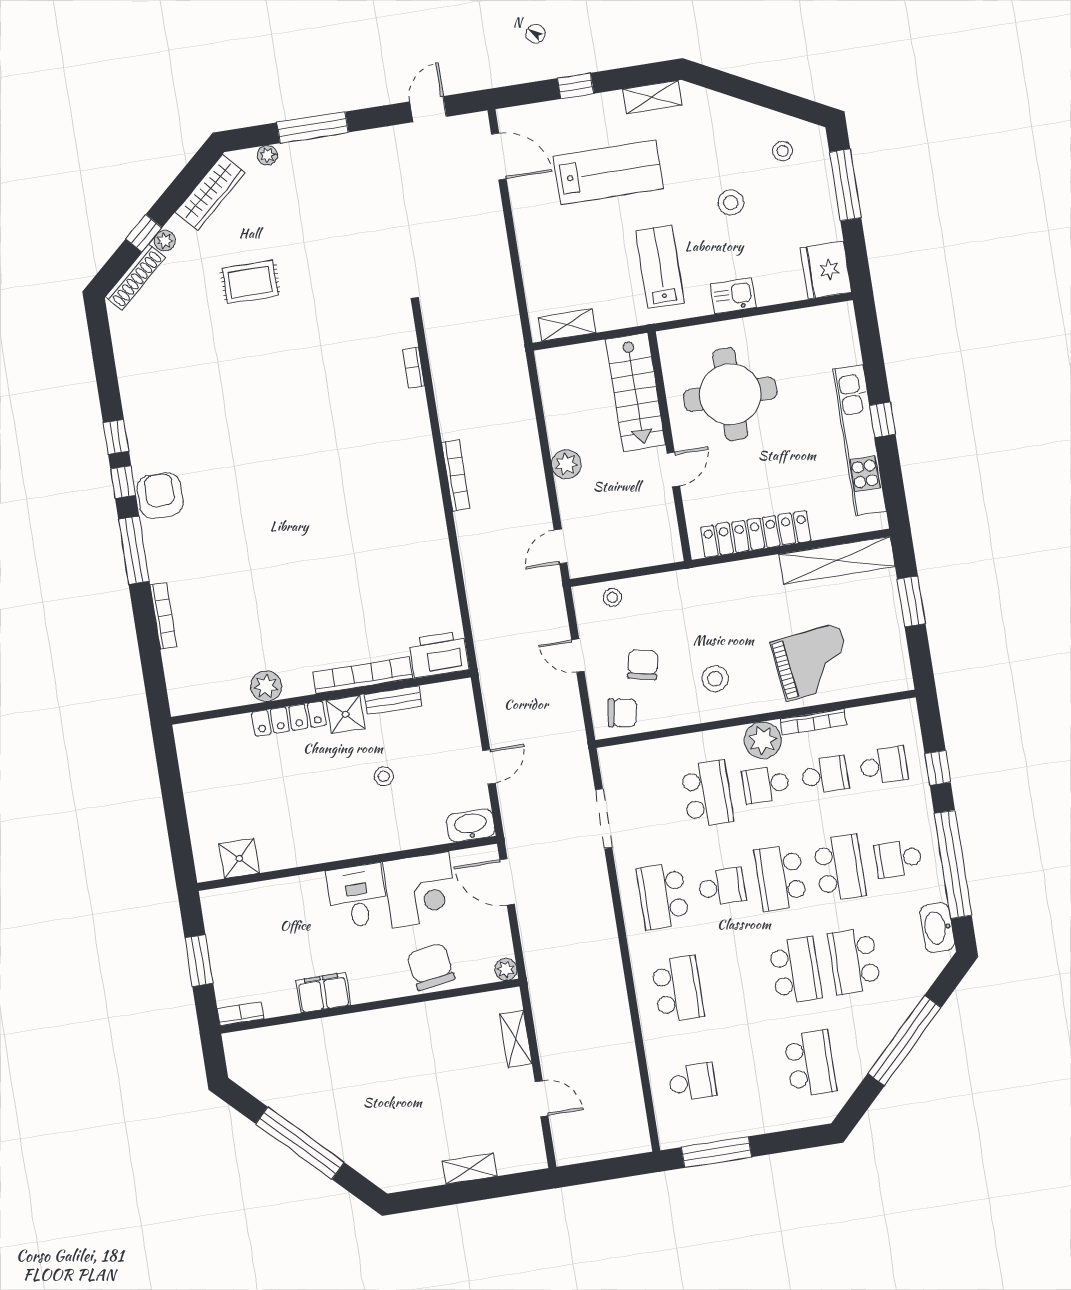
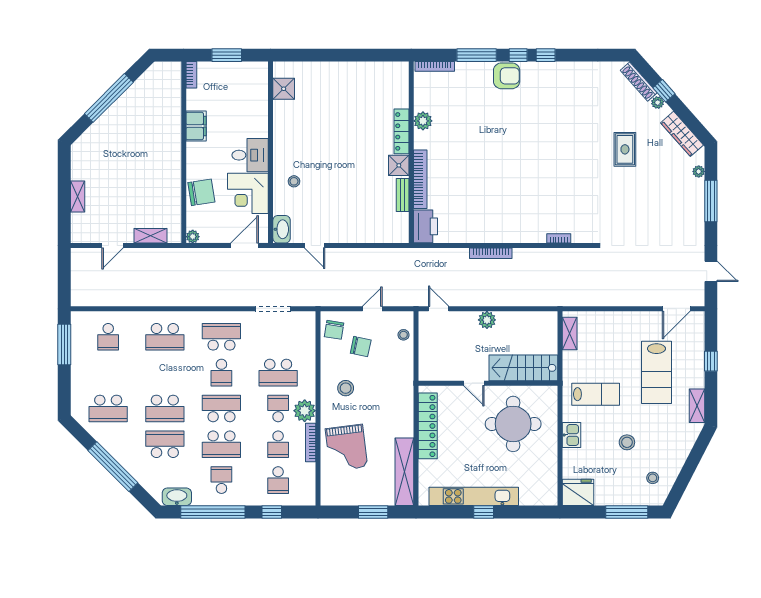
printer: (439, 654) -> (426, 226), moved
bookcase: (363, 675) -> (420, 179), moved
plant: (266, 686) -> (423, 121), moved
wall: (321, 697) -> (411, 152), moved
bench: (393, 700) -> (403, 195), moved
shower: (346, 714) -> (399, 165), moved
locker: (289, 719) -> (401, 131), moved
stool: (384, 776) -> (294, 181), moved

